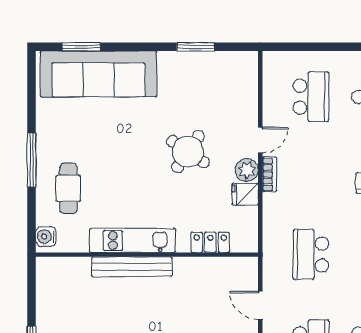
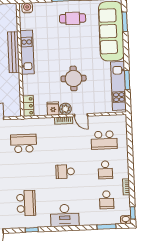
kitchen unit: (206, 64) -> (118, 86), added
round table: (188, 152) -> (74, 78), turned -34
cafe table: (68, 188) -> (73, 18), moved
locker: (210, 242) -> (28, 106), moved

